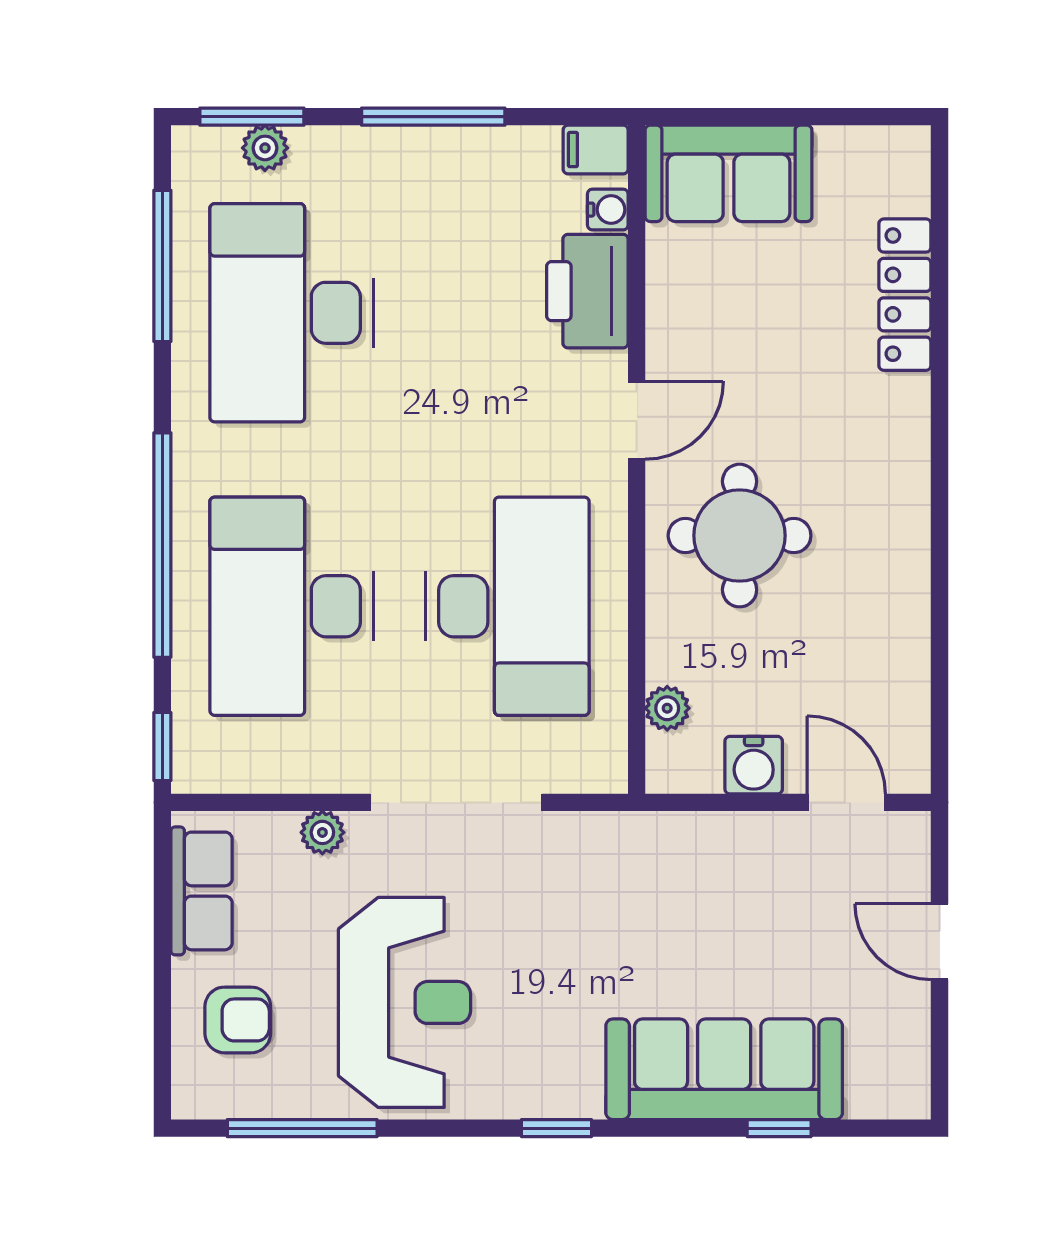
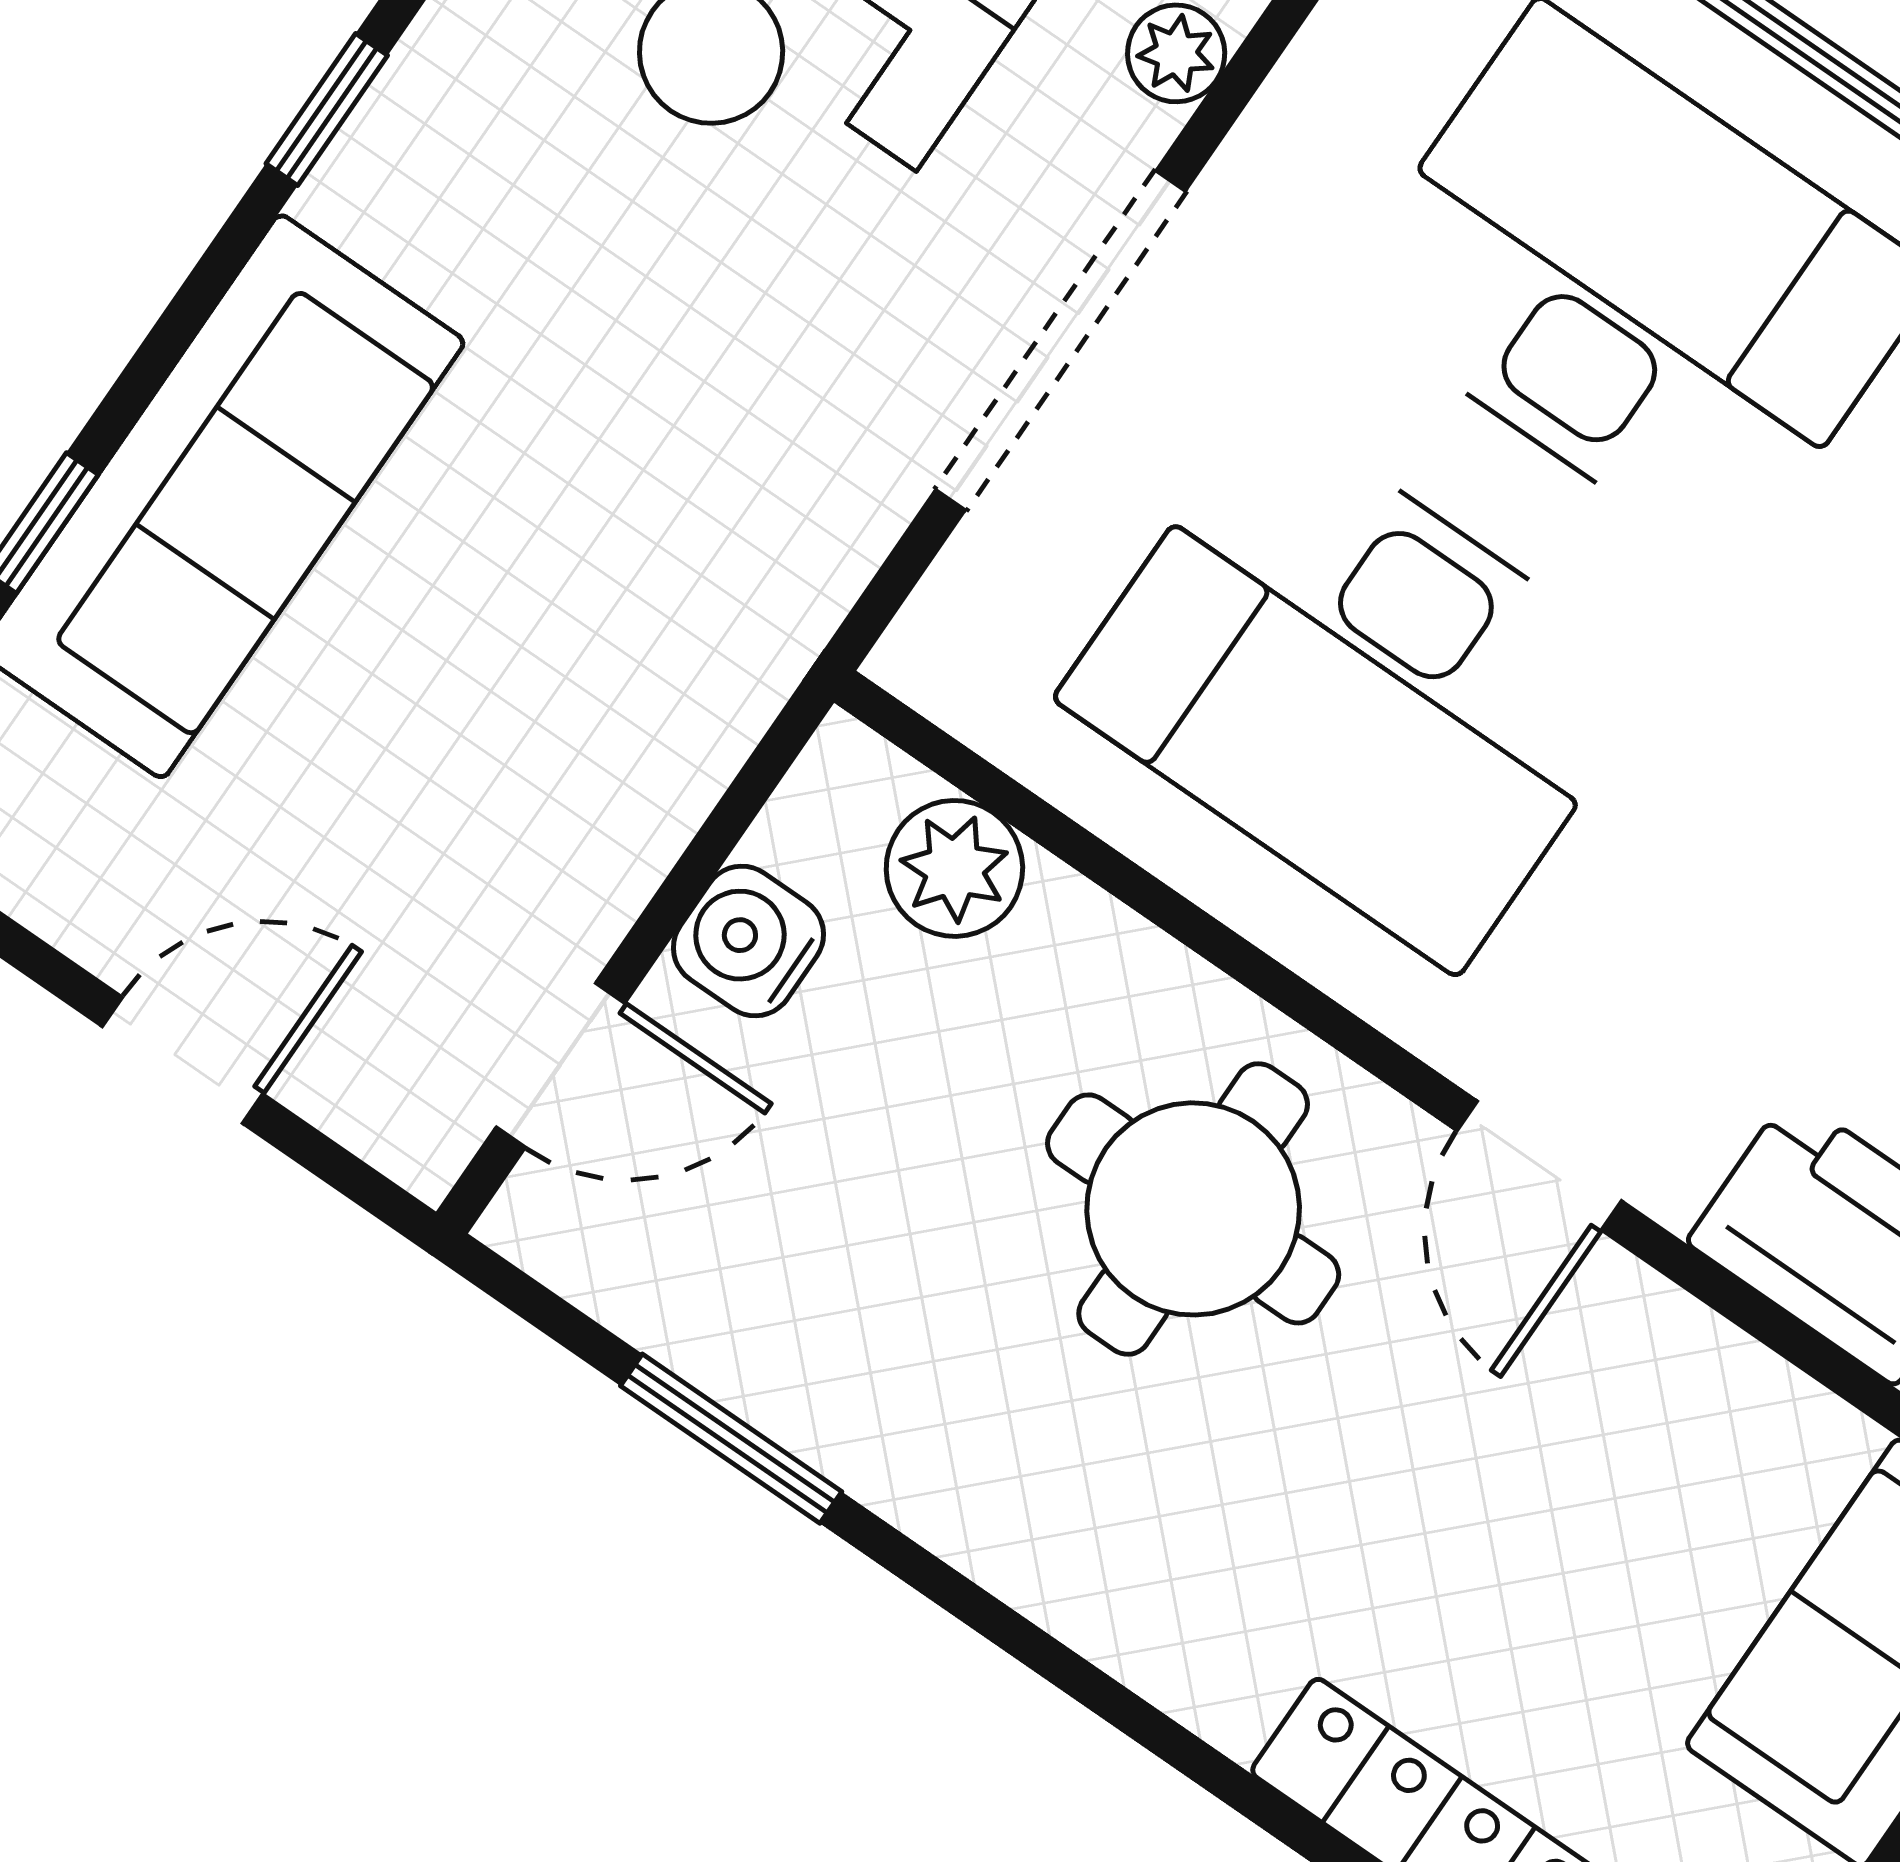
window: (940, 646) -> (731, 1439), added
plant: (667, 708) -> (954, 868), width x1.38, depth x1.38

